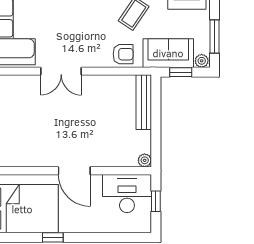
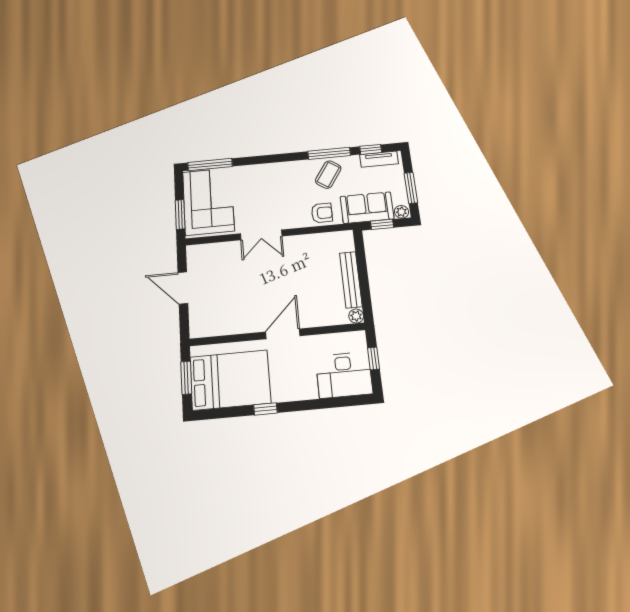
bench: (144, 102) -> (351, 280), moved
door: (74, 171) -> (283, 334), swing flipped
desk: (127, 193) -> (344, 375), moved, turned 180

